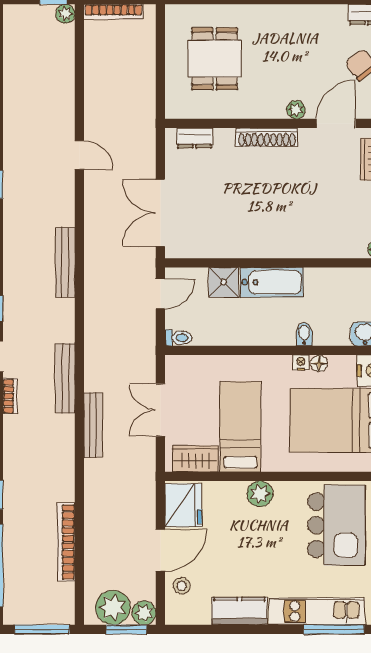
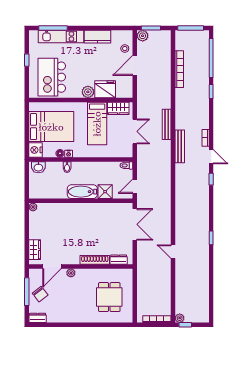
shoe rack: (267, 137) -> (95, 260), moved
bench: (65, 262) -> (180, 201), removed
fridge: (183, 505) -> (105, 89), moved, turned 90
plant: (113, 608) -> (157, 38), removed

